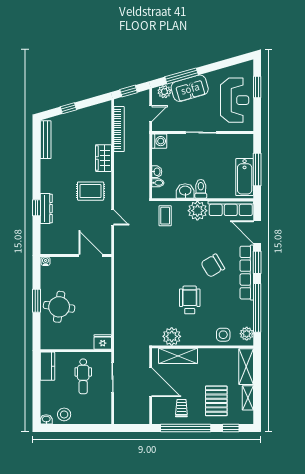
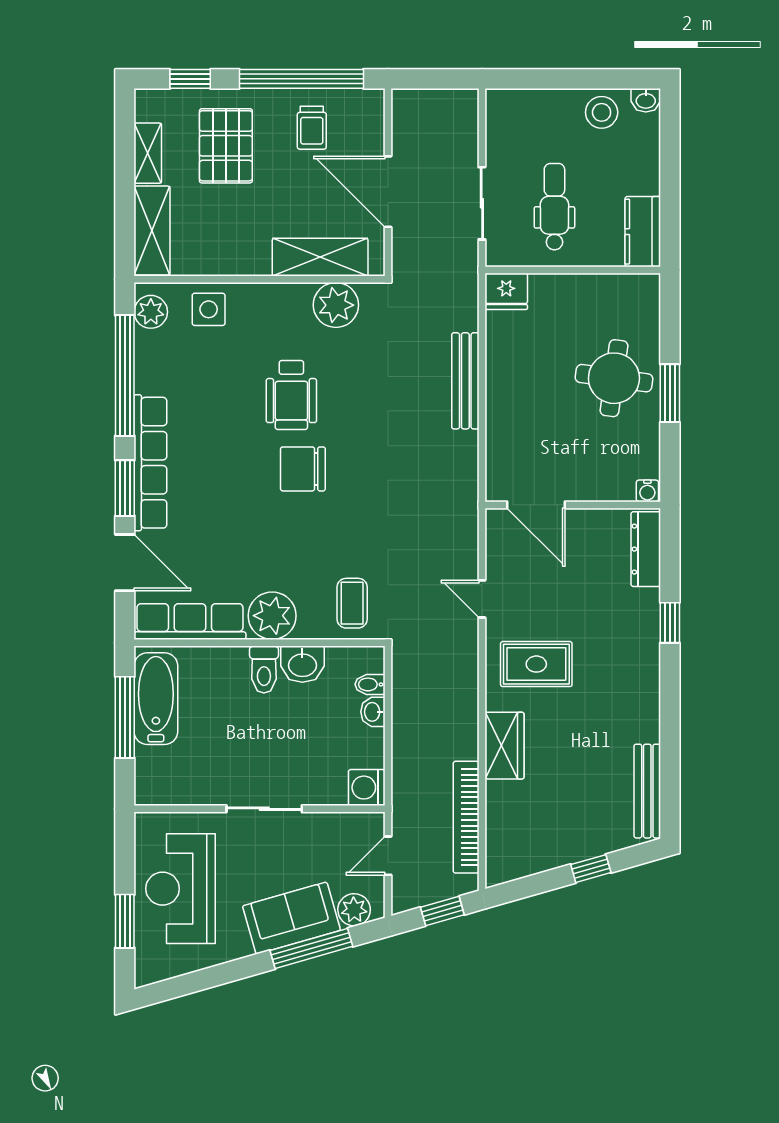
dresser: (46, 209) -> (646, 549), moved
chair: (213, 266) -> (303, 469), moved, turned -149
bench: (119, 306) -> (465, 381), added

